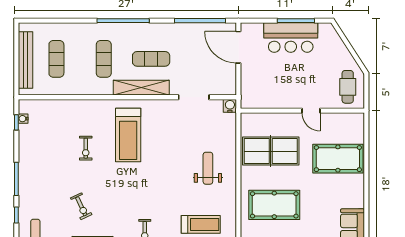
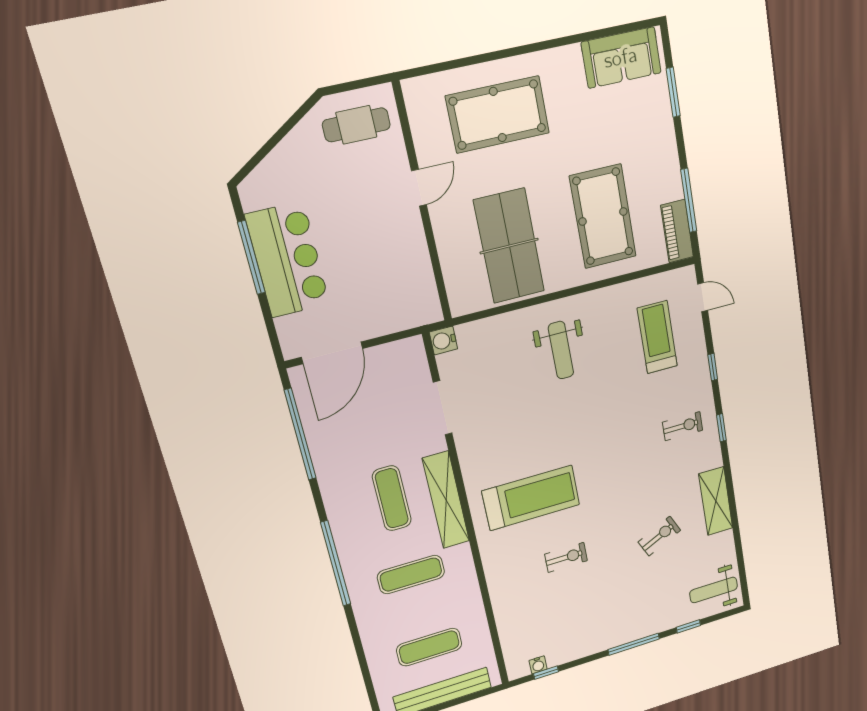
pool table: (338, 159) -> (498, 115), turned 90
weight bench: (208, 168) -> (561, 350), turned -90

